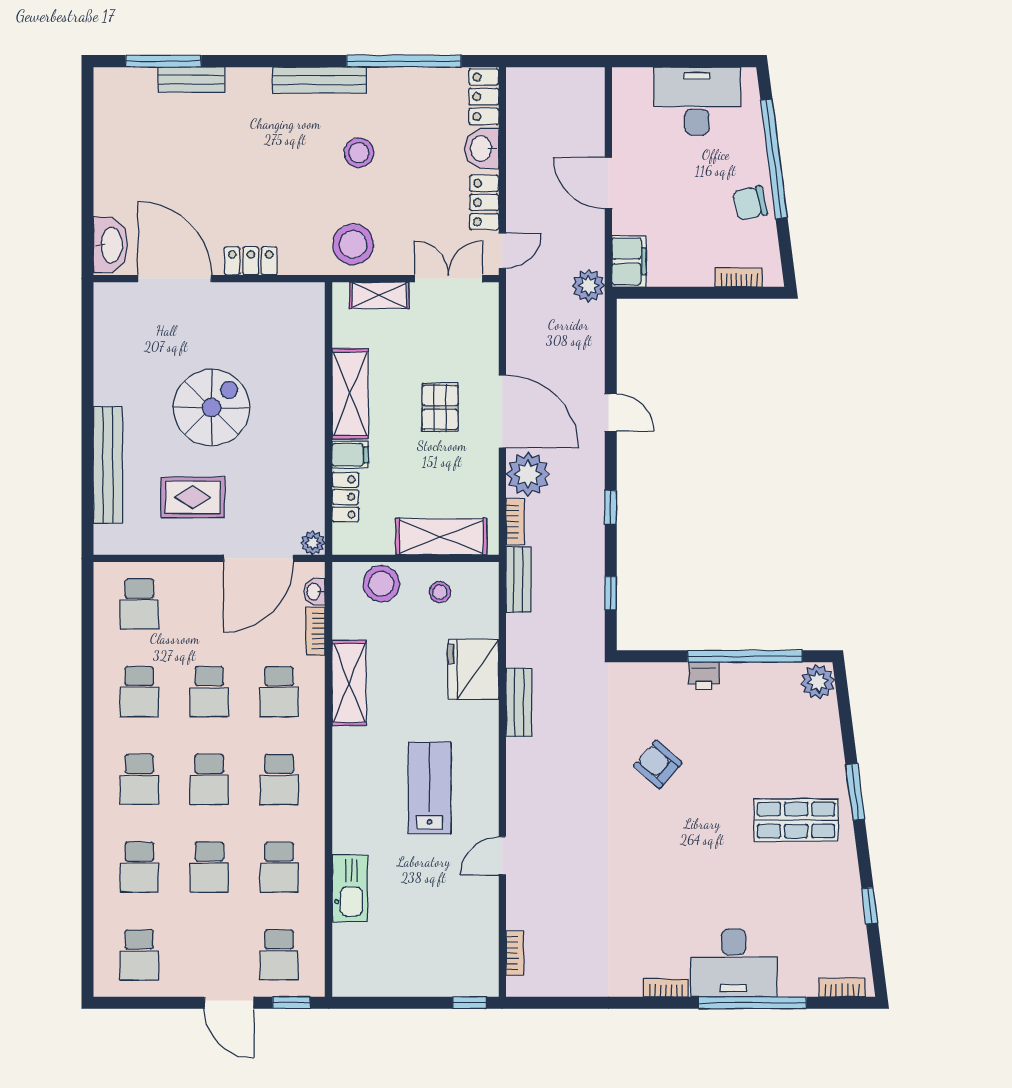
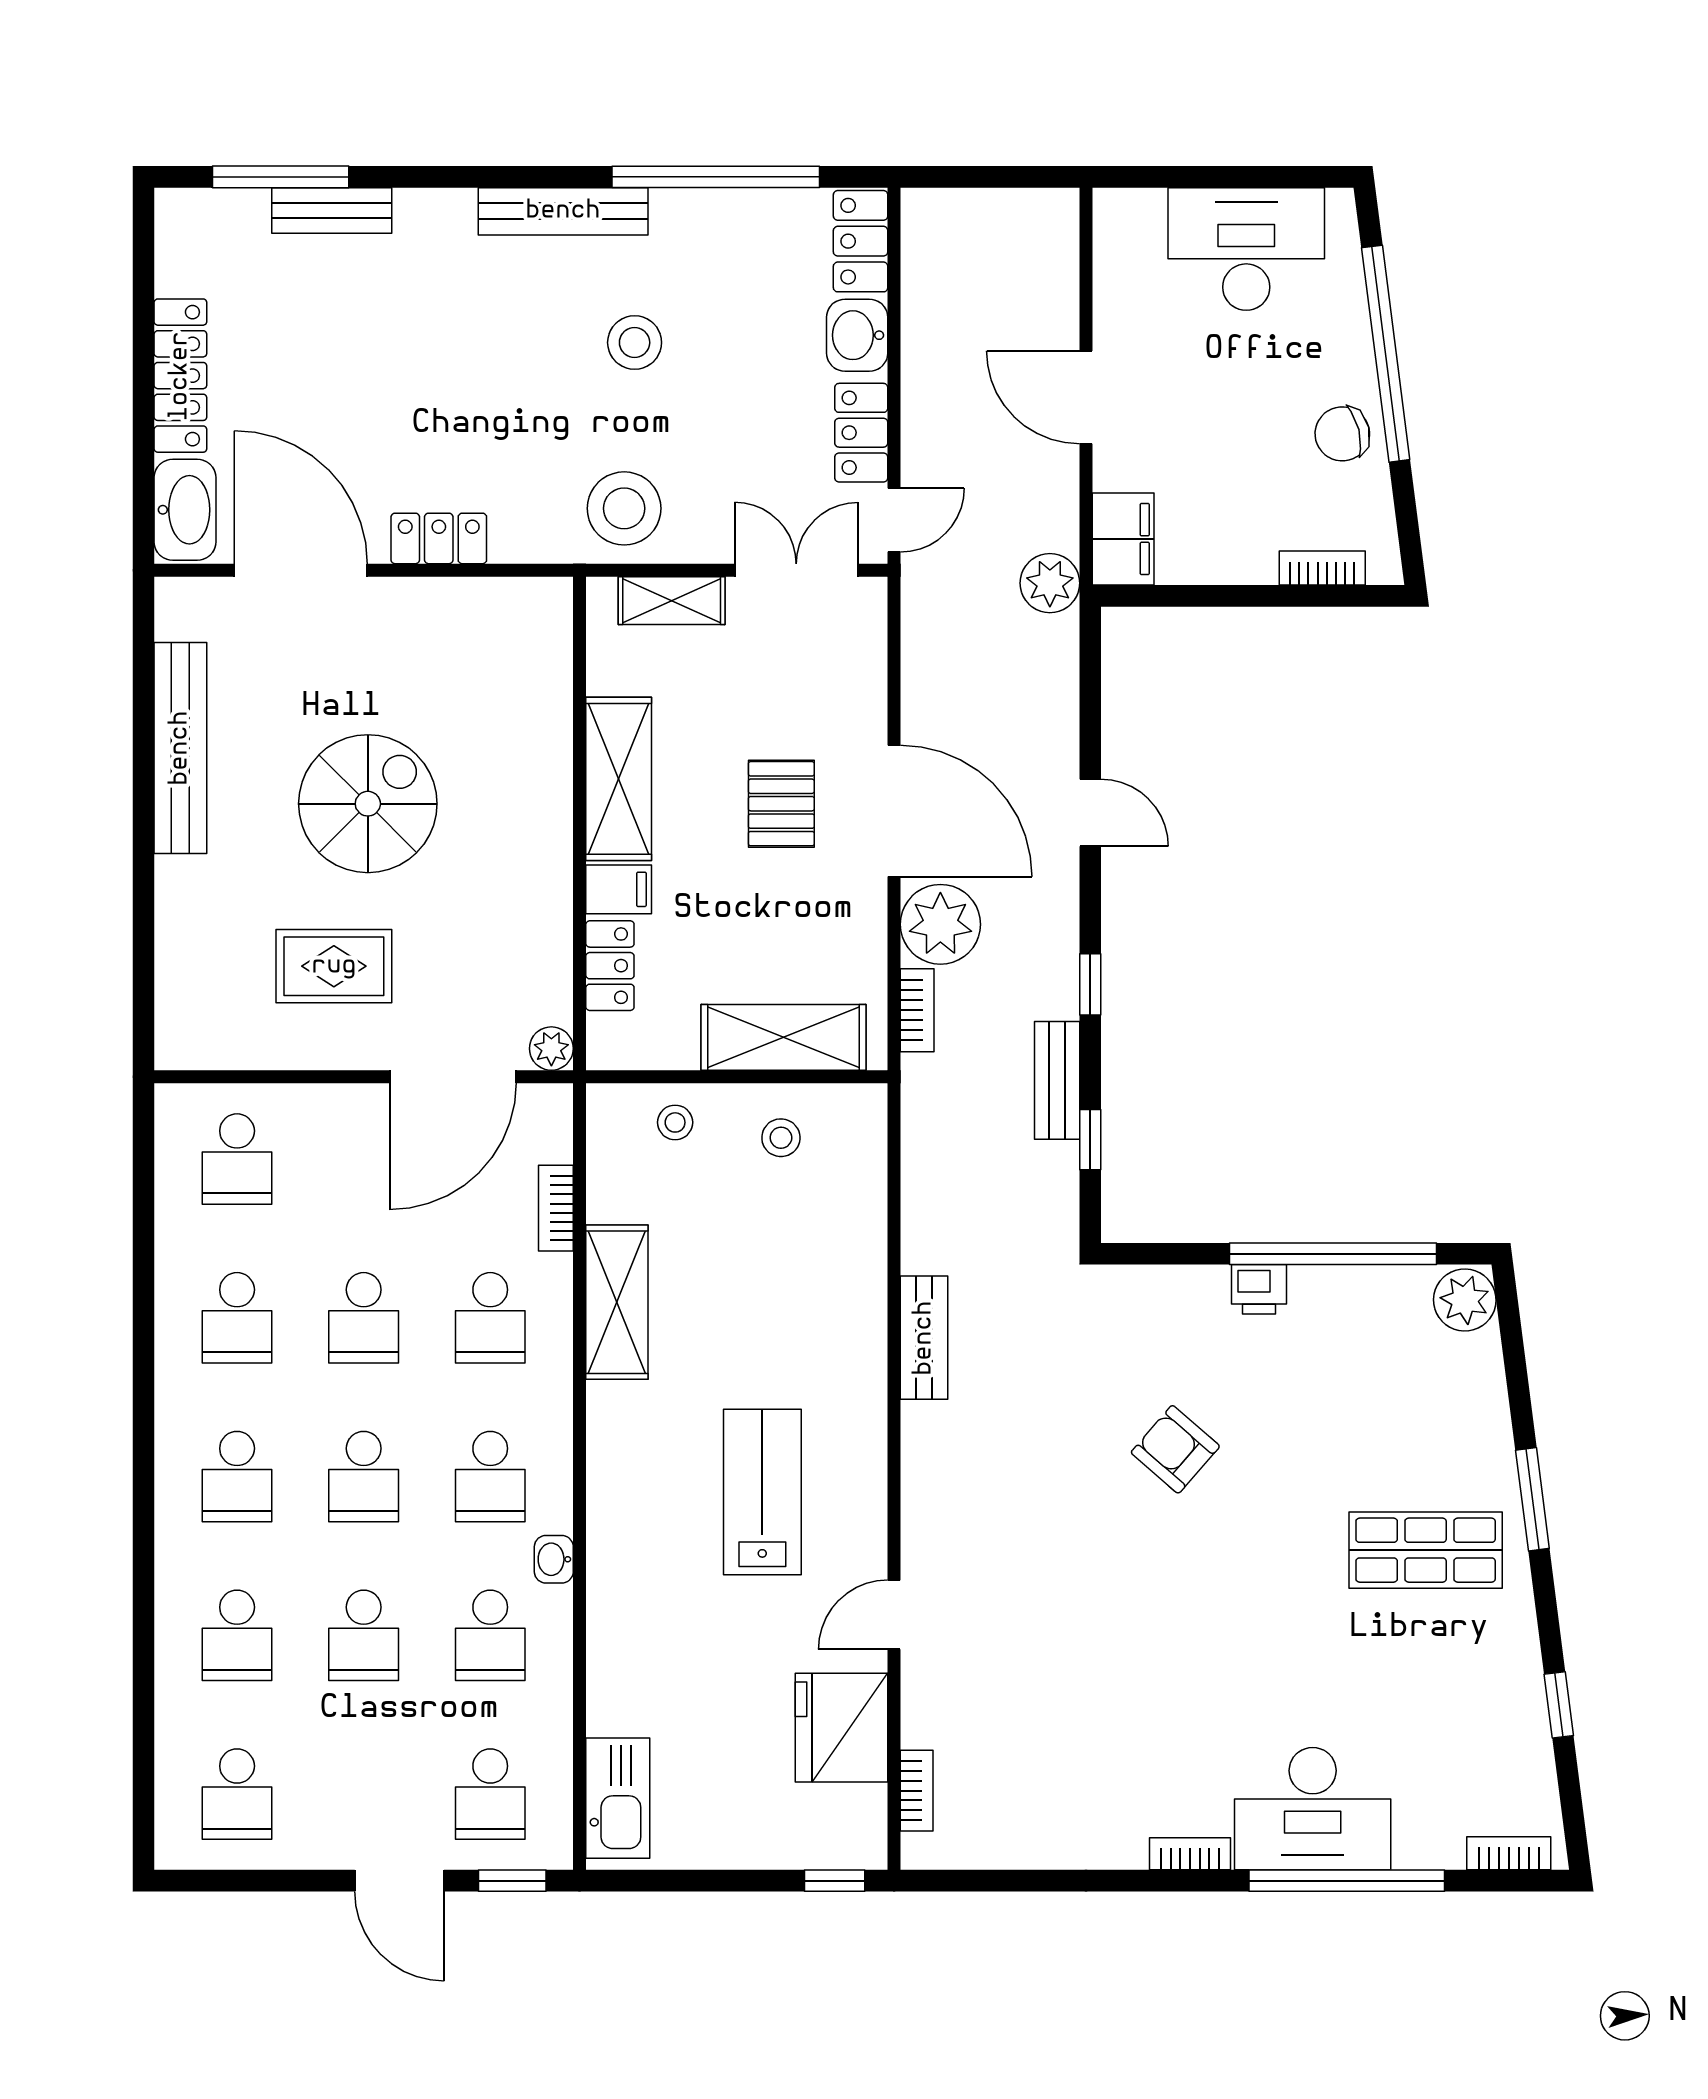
locker: (108, 171) -> (180, 376), added
bench: (108, 465) -> (180, 748), moved
bench: (518, 580) -> (1057, 1080), moved
stool: (381, 584) -> (675, 1122), width x0.53, depth x0.53
washbasin: (314, 592) -> (554, 1559), moved
fridge: (473, 669) -> (842, 1728), moved
kitchen sink: (350, 888) -> (618, 1798), moved

